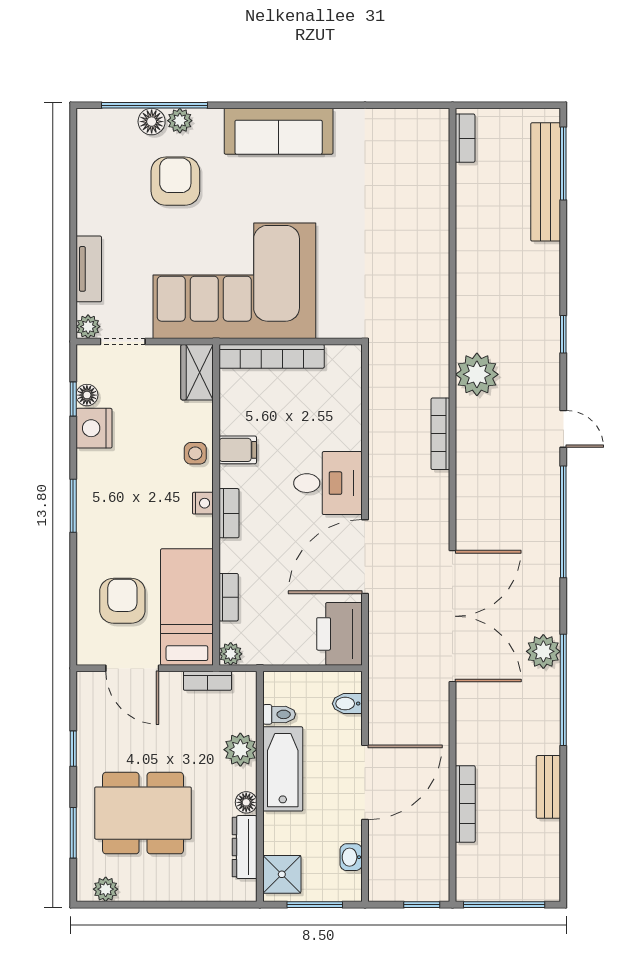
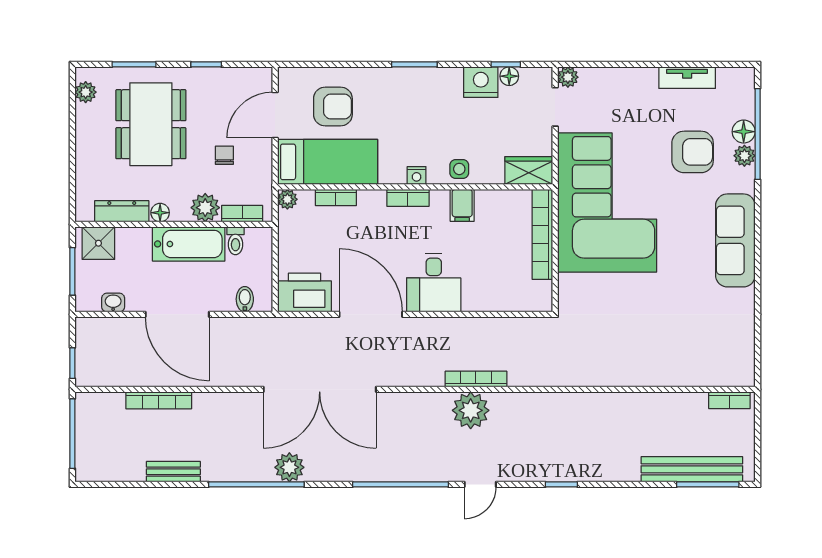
tv unit: (89, 269) -> (687, 78), moved
plant: (477, 374) -> (471, 410), moved
bookcase: (207, 681) -> (242, 214), moved, turned 90
chair: (179, 727) -> (224, 155), added

